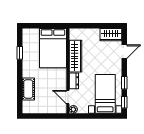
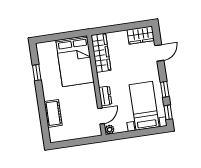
wardrobe: (76, 56) -> (101, 53), moved
door: (68, 97) -> (101, 116), swing flipped

